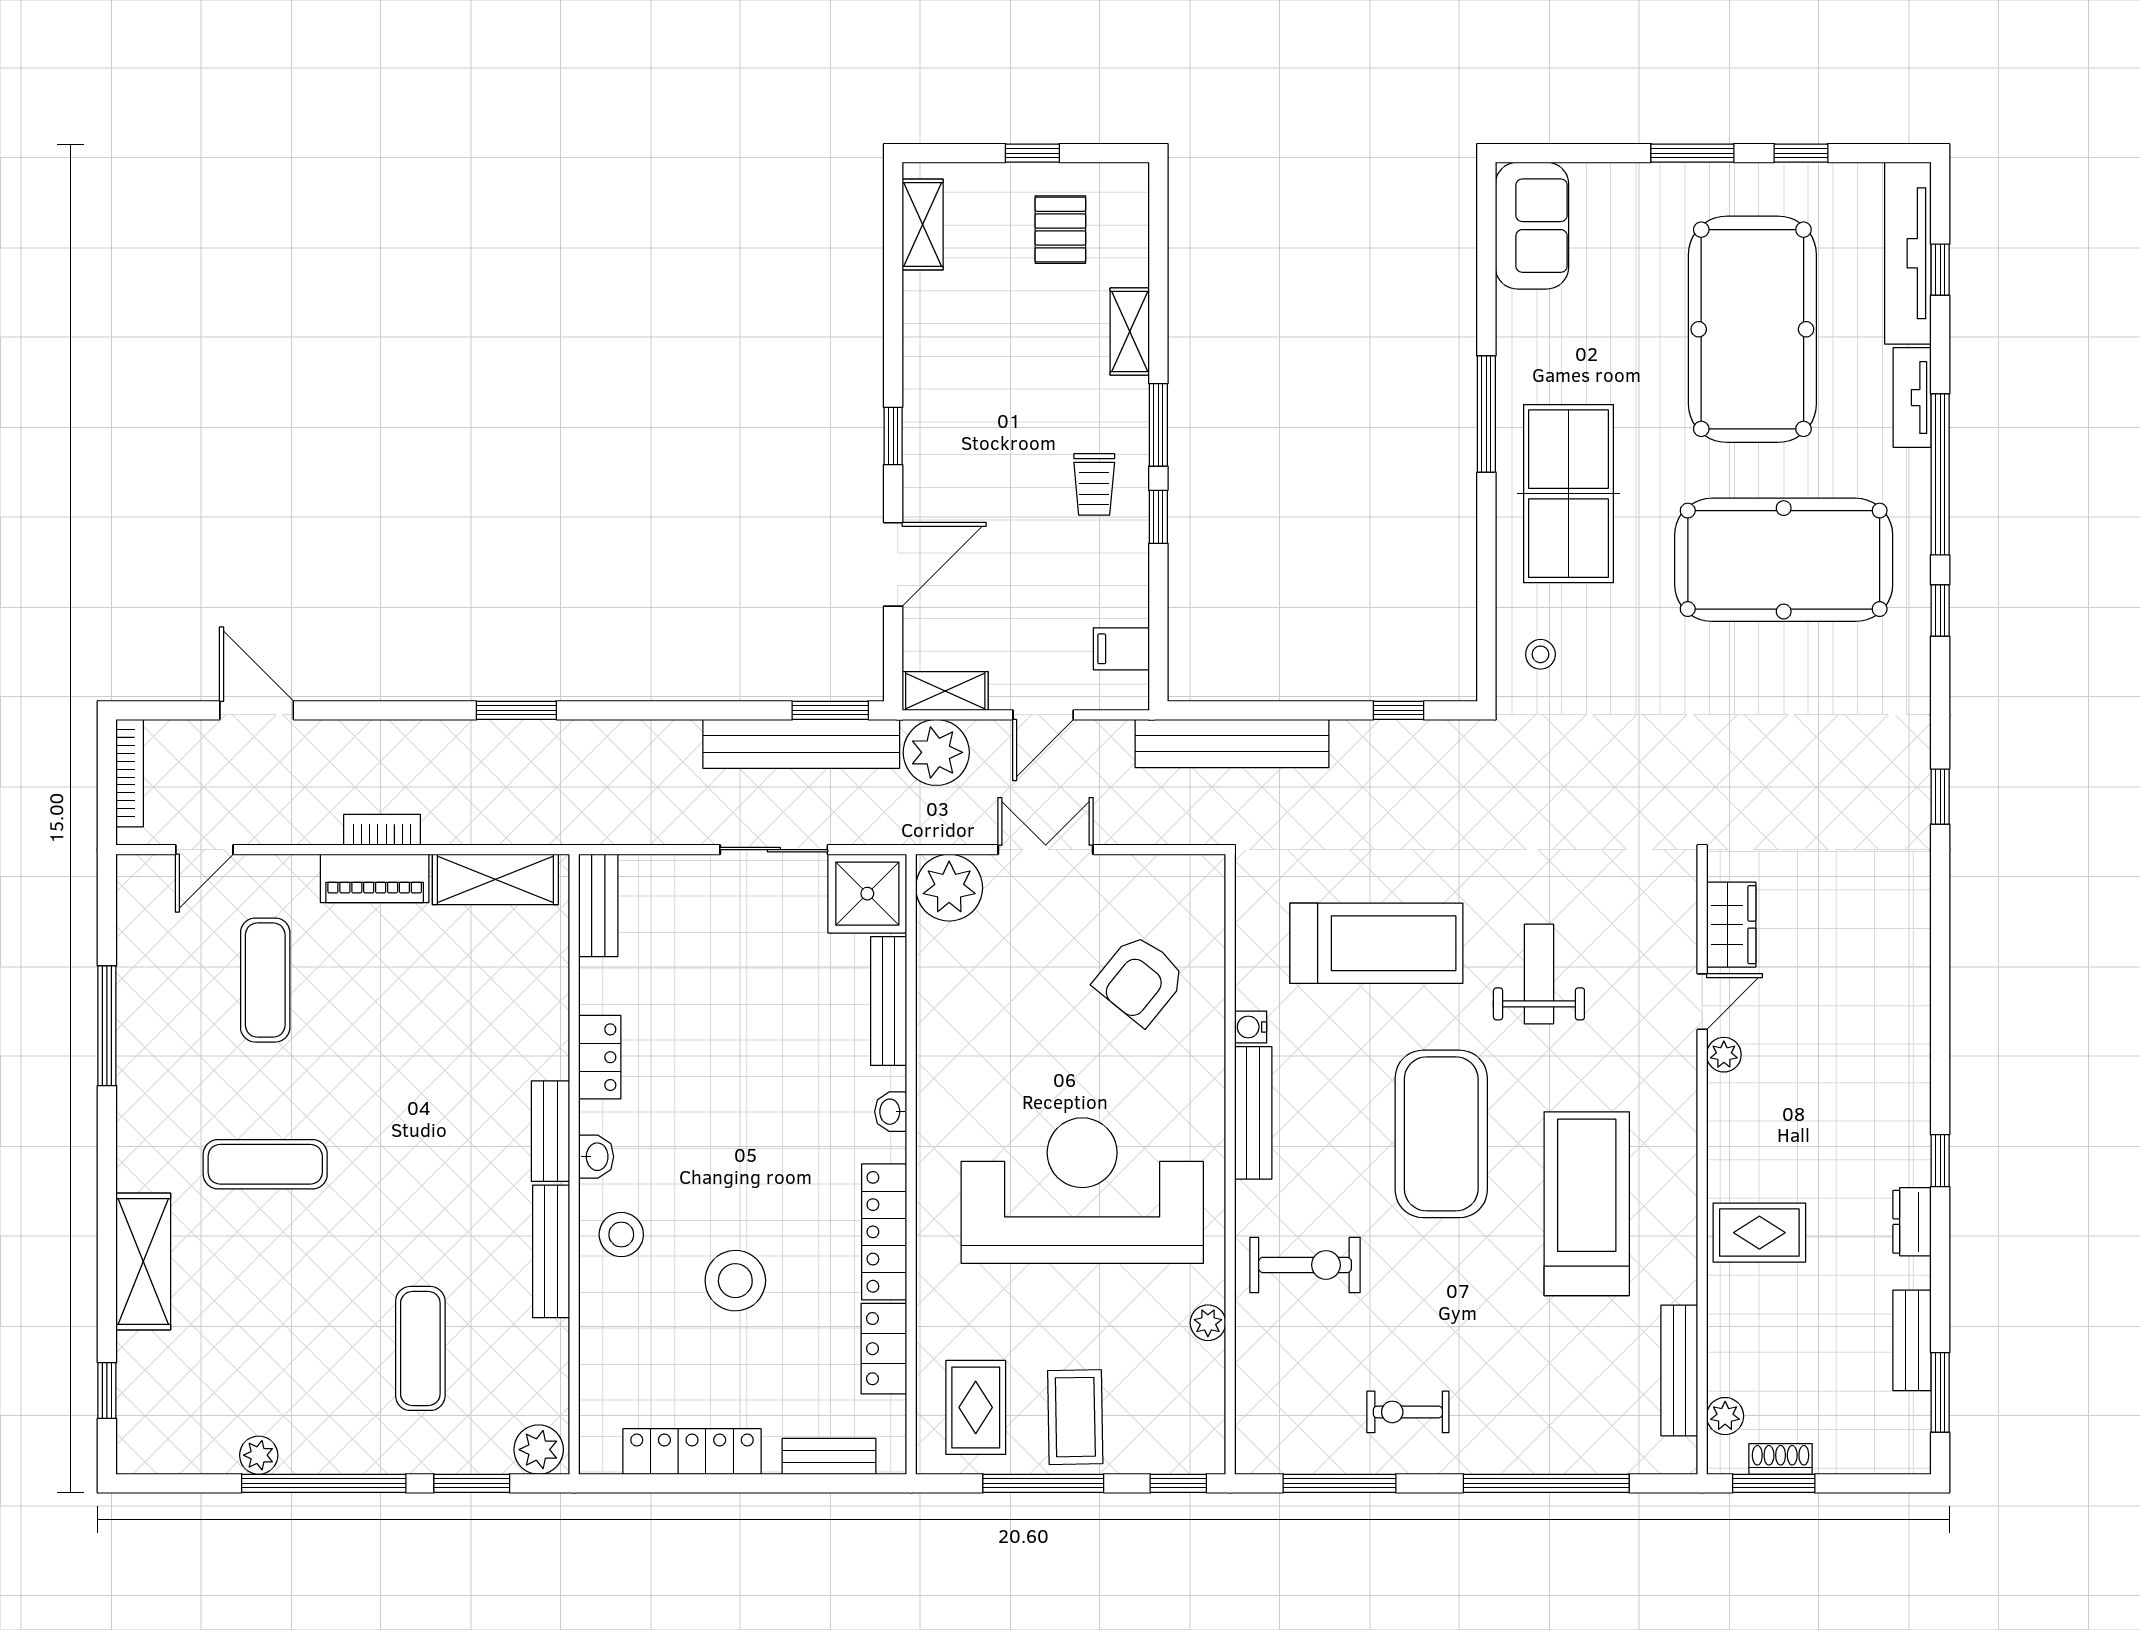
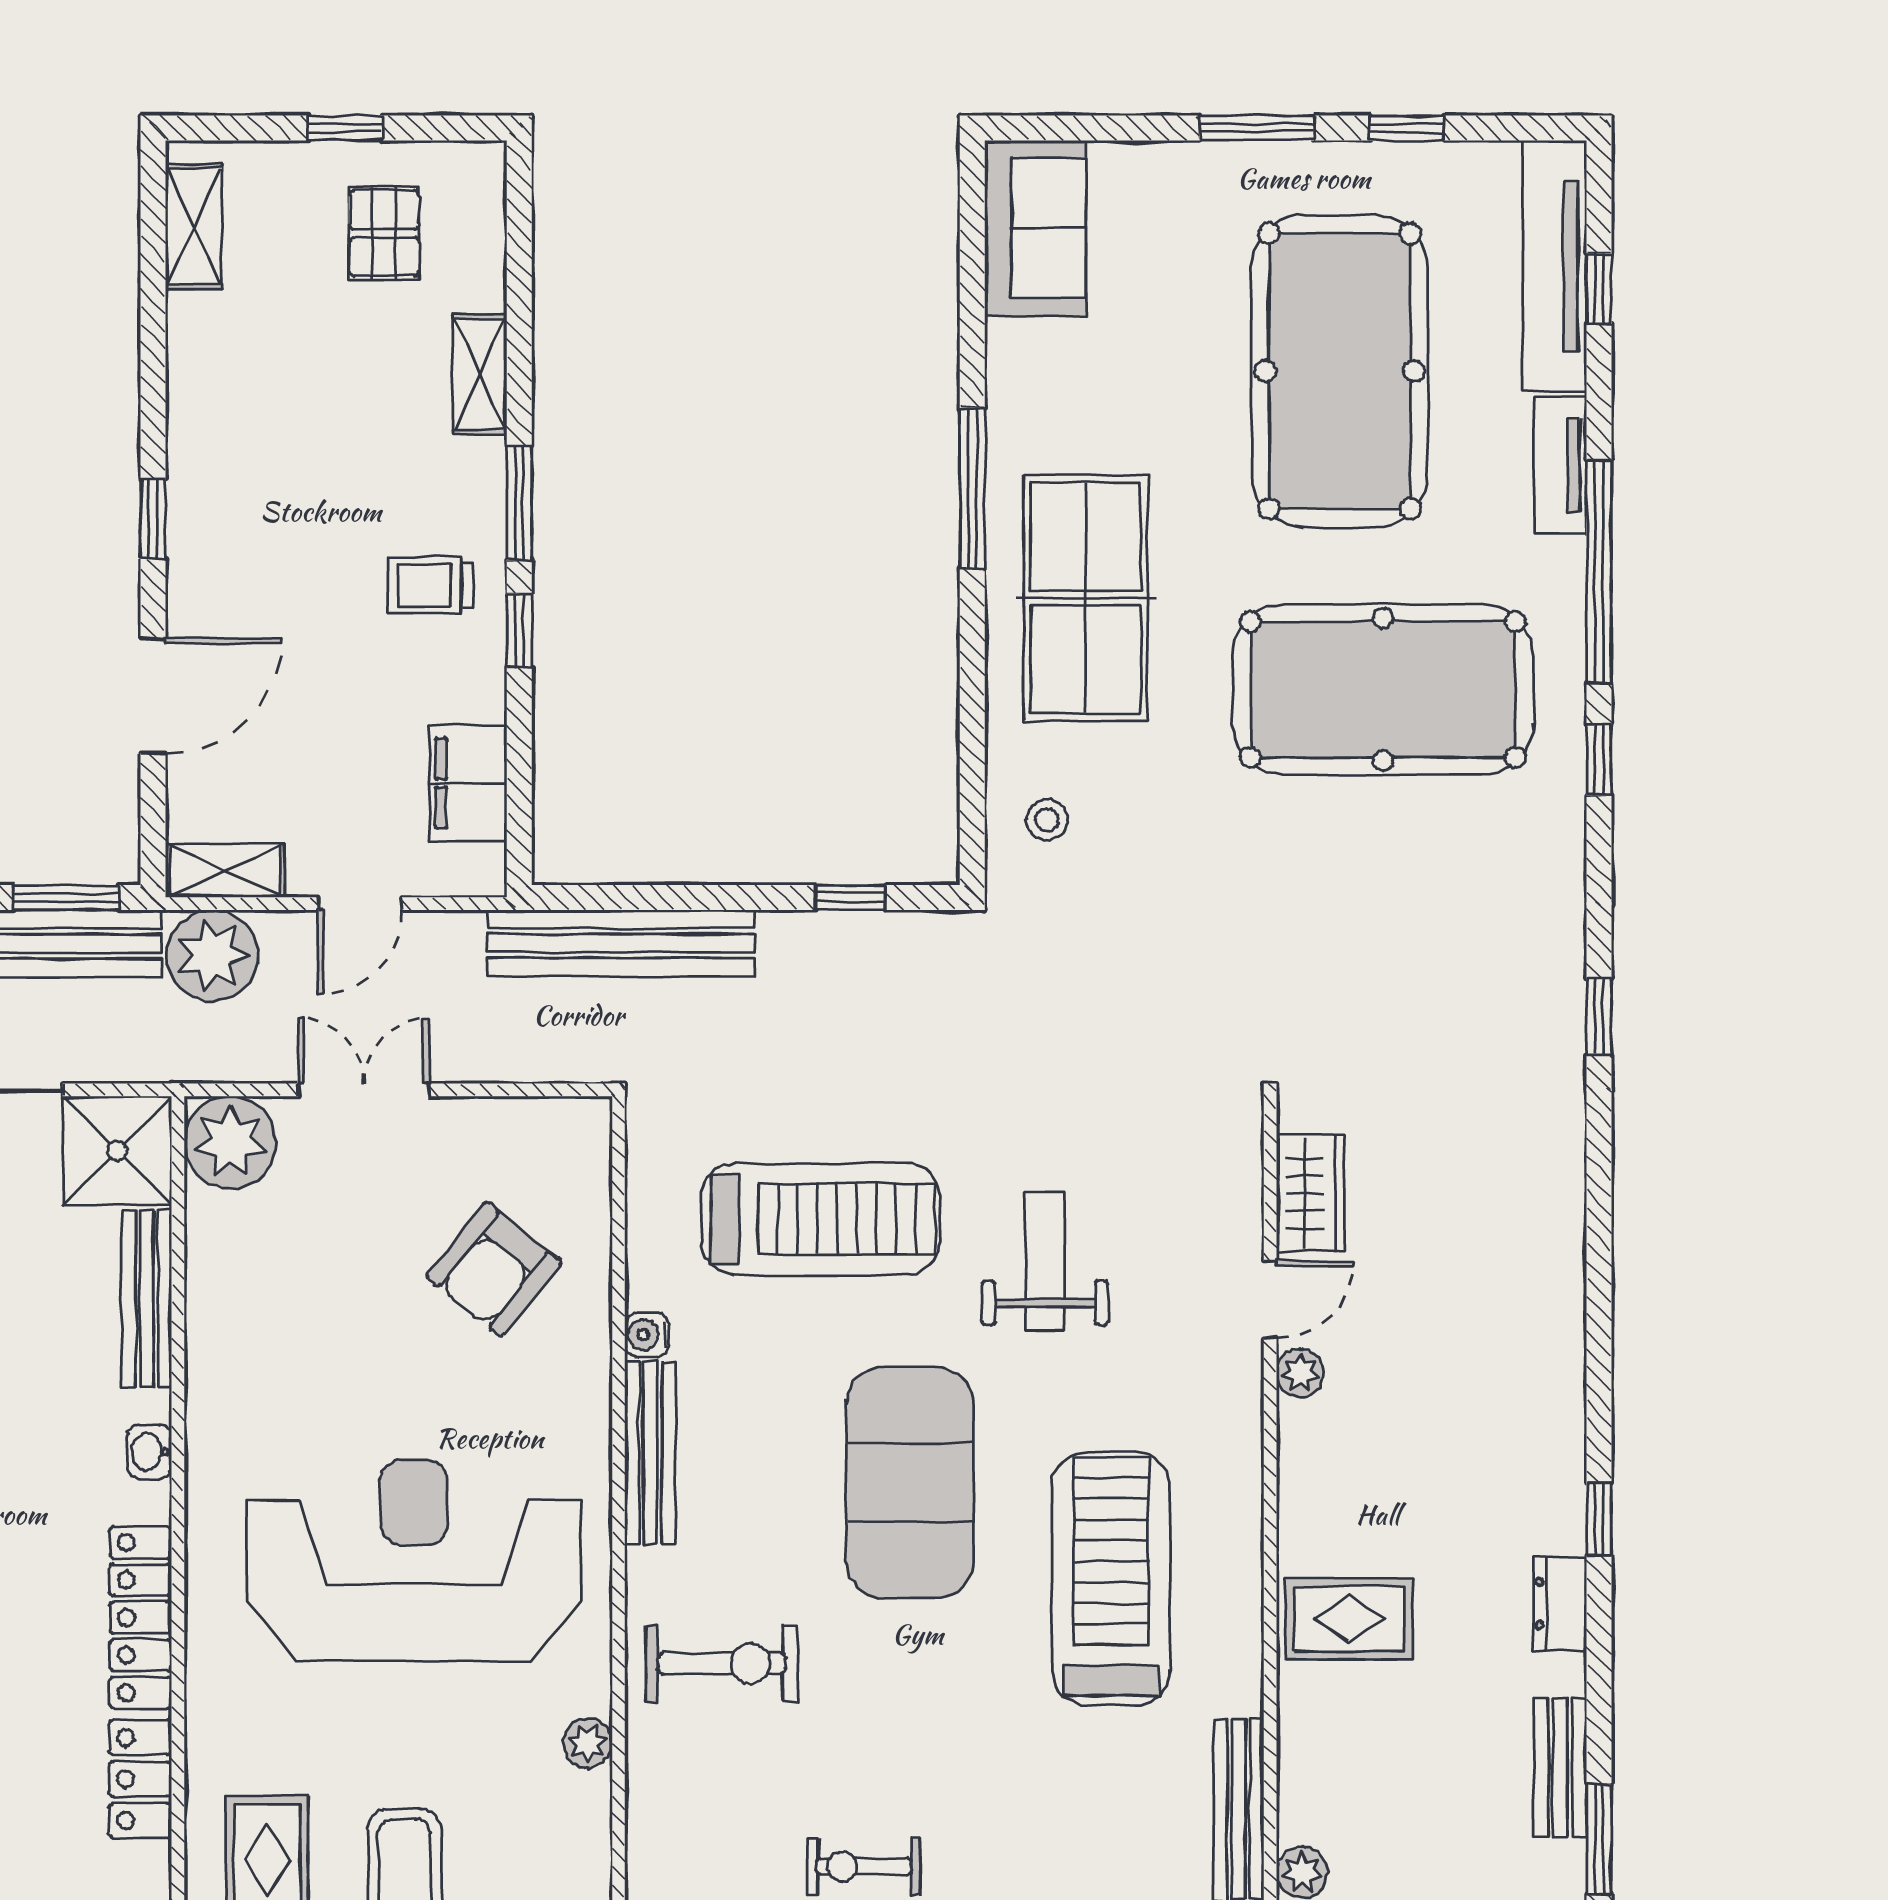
trolley: (1094, 484) -> (431, 585), turned 90
filing cabinet: (1121, 649) -> (468, 783), width x2.00

